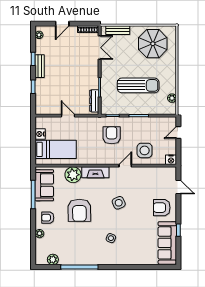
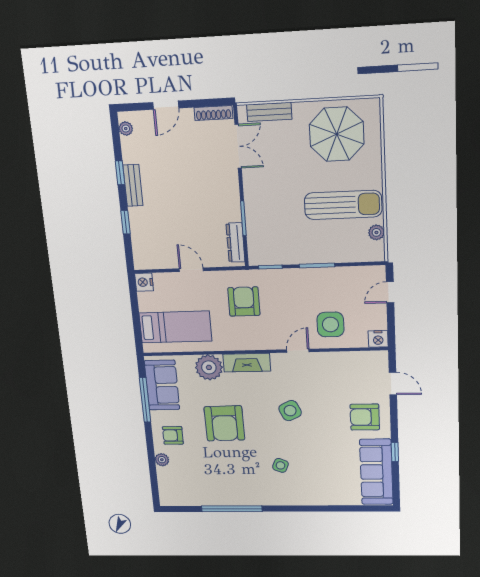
sun lounger: (138, 85) -> (343, 205), moved
nightstand: (40, 134) -> (144, 282), moved
armchair: (112, 135) -> (244, 302), moved
plant: (53, 260) -> (188, 498), removed

